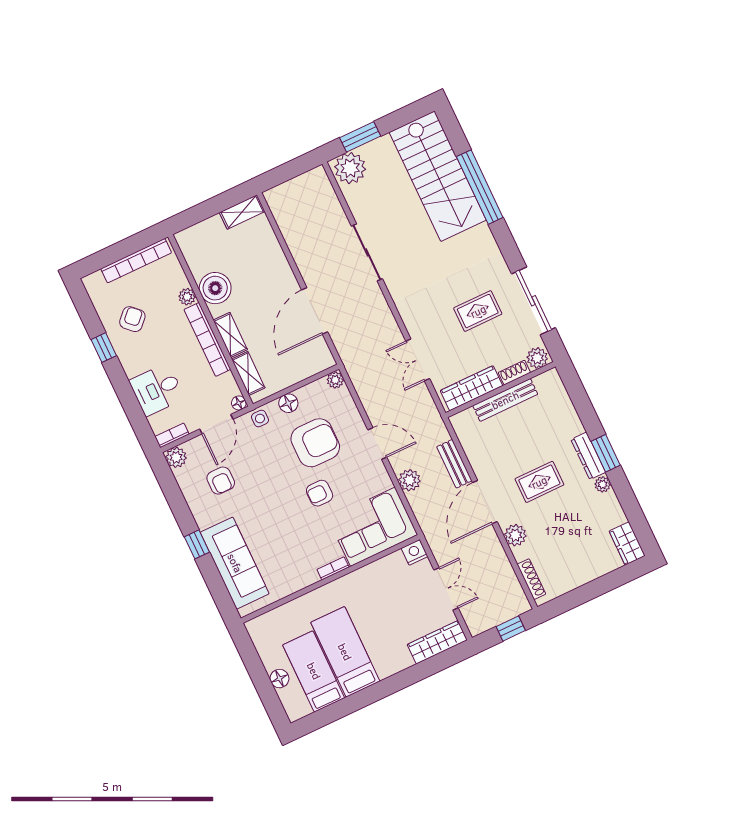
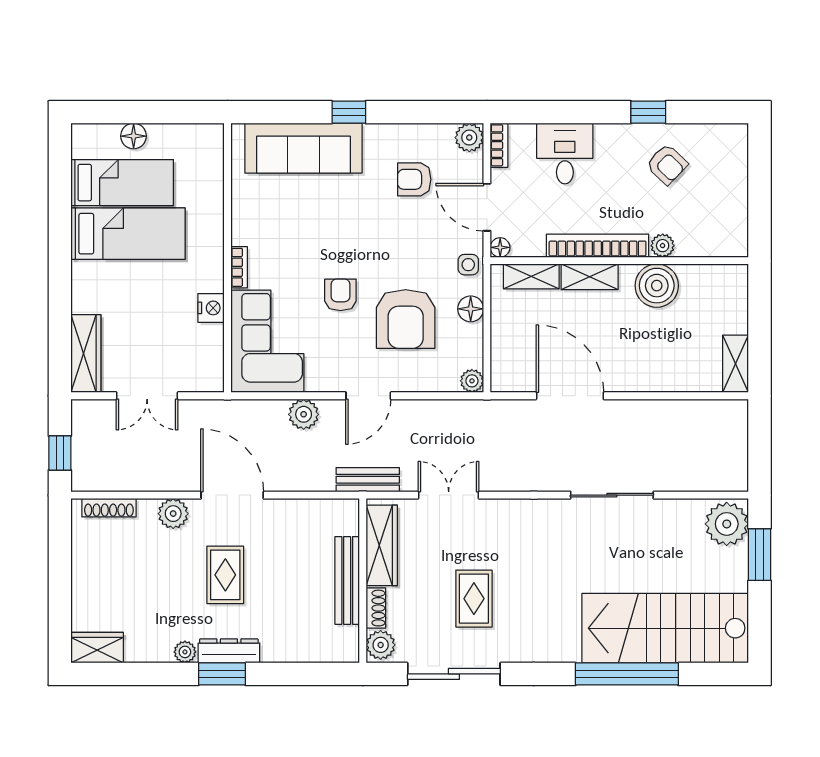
bookcase: (136, 261) -> (737, 203), removed
bench: (454, 464) -> (368, 480), moved
nightstand: (415, 552) -> (211, 308), moved

